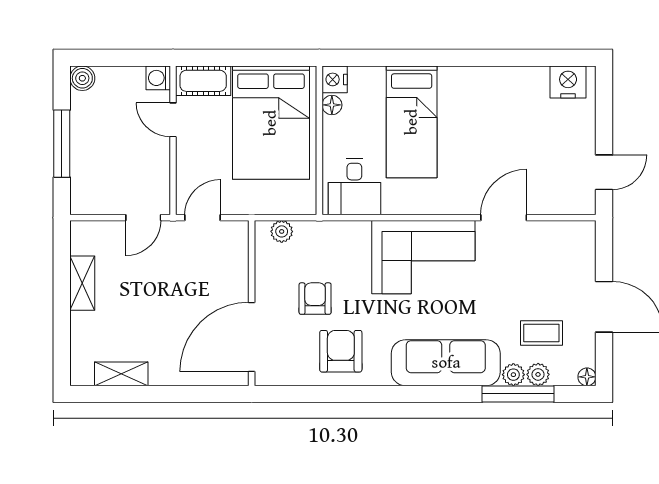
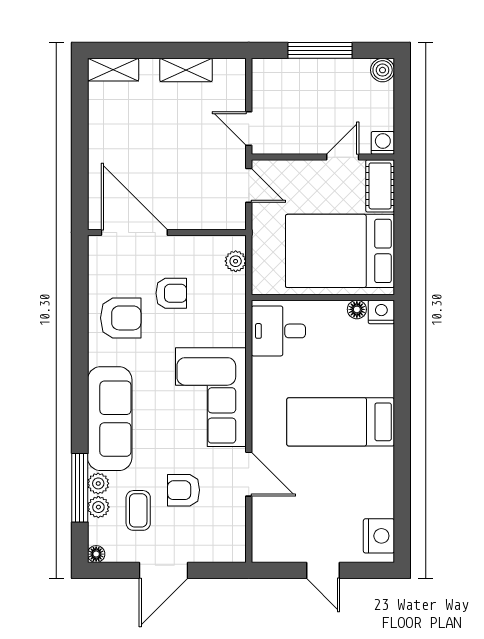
bed: (412, 122) -> (341, 422), moved
door: (604, 172) -> (323, 570), moved
armchair: (520, 286) -> (184, 490), added
shelving: (121, 374) -> (113, 70), moved, turned 90

